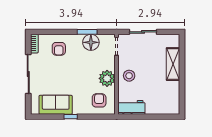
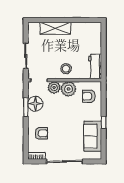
plant: (109, 63) -> (54, 88), added

